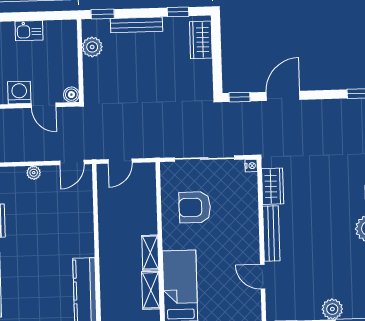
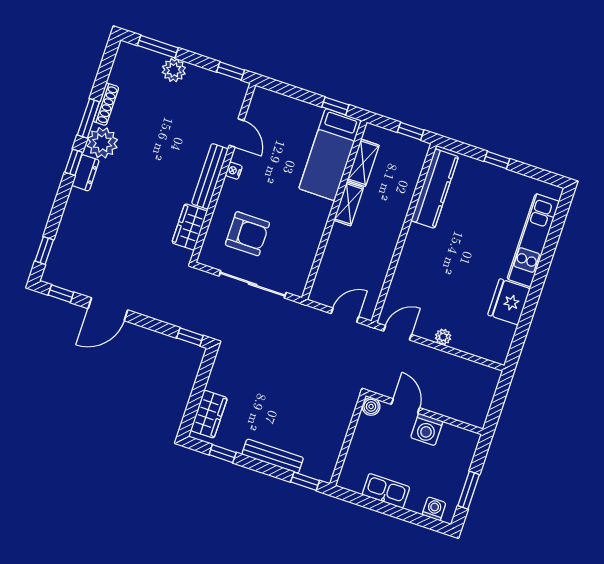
kitchen sink: (29, 31) -> (386, 491), width x1.38
plant: (92, 47) -> (330, 450), removed
door: (283, 96) -> (108, 309), moved
nightstand: (251, 166) -> (234, 171), moved
armchair: (195, 207) -> (247, 234), moved

